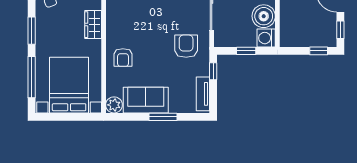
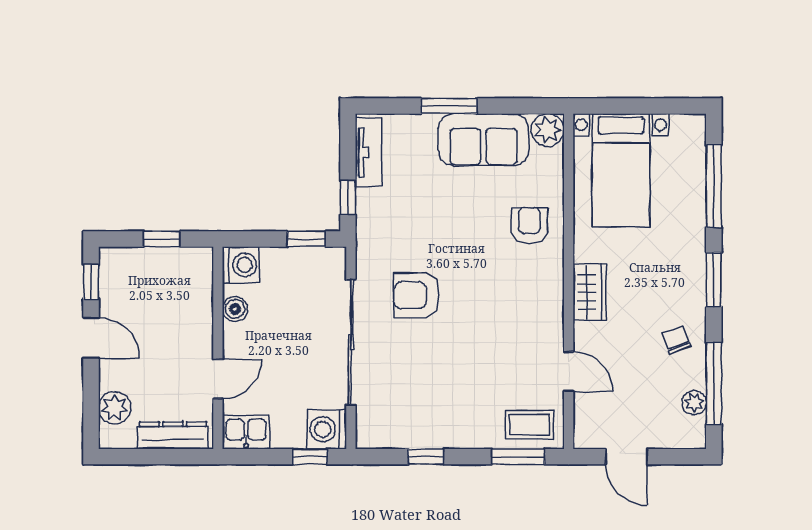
boiler: (264, 16) -> (235, 309), width x0.54, depth x0.54
armchair: (186, 46) -> (416, 295), moved, turned 90
window: (246, 51) -> (306, 239), moved
window: (319, 51) -> (162, 239), moved
bed with nightstands: (69, 85) -> (621, 170), width x0.73

